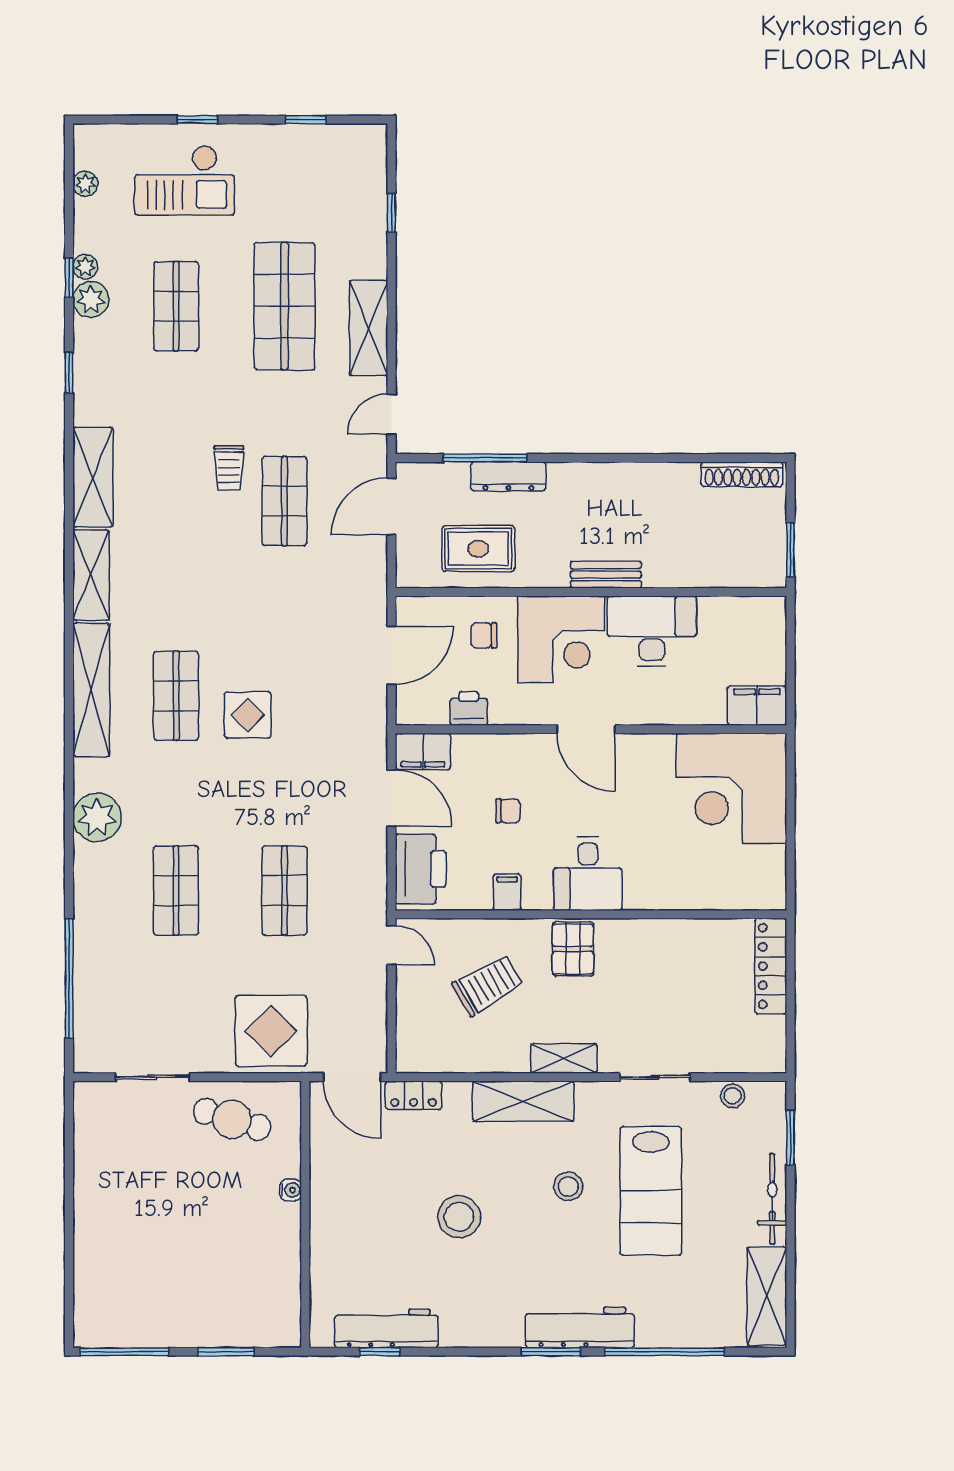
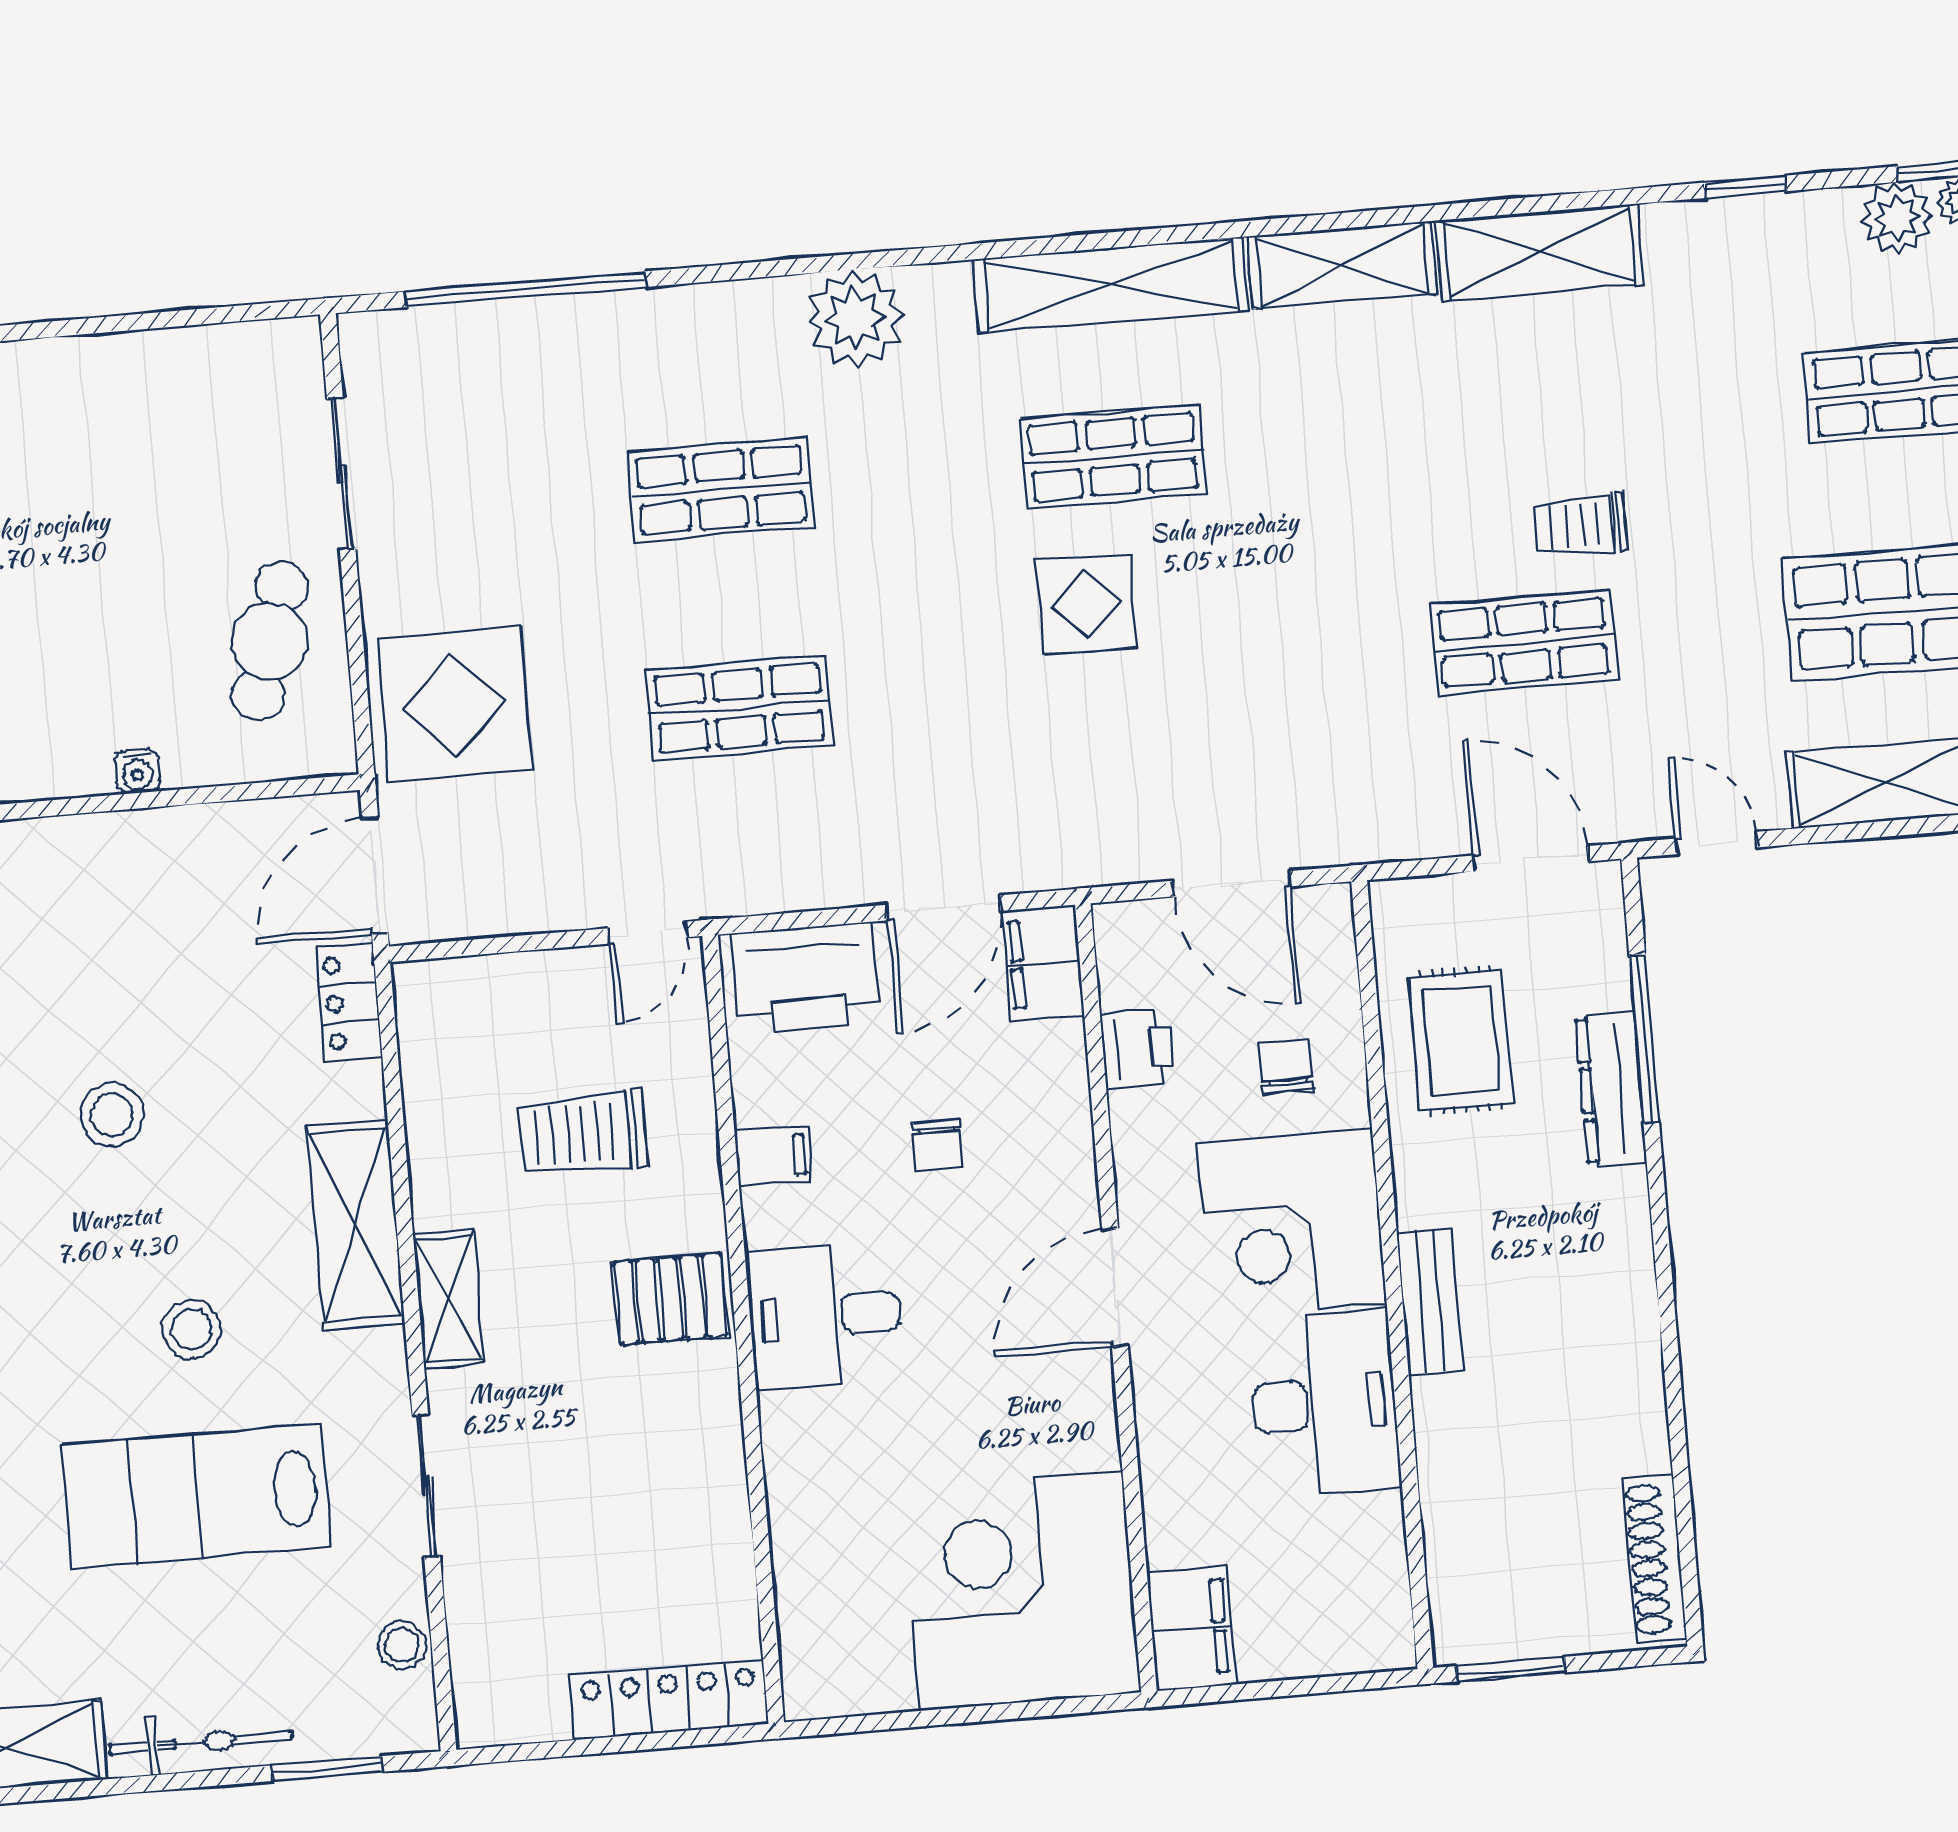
trolley: (488, 985) -> (584, 1133), turned 120
stool: (459, 1217) -> (112, 1115), width x0.73, depth x0.73

